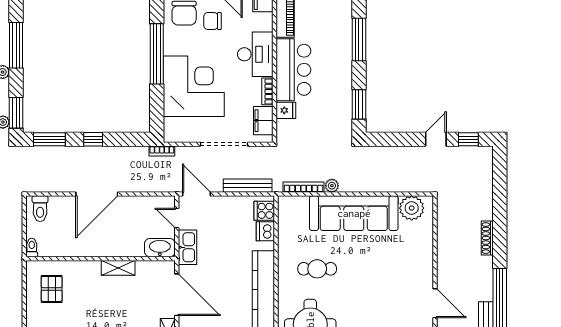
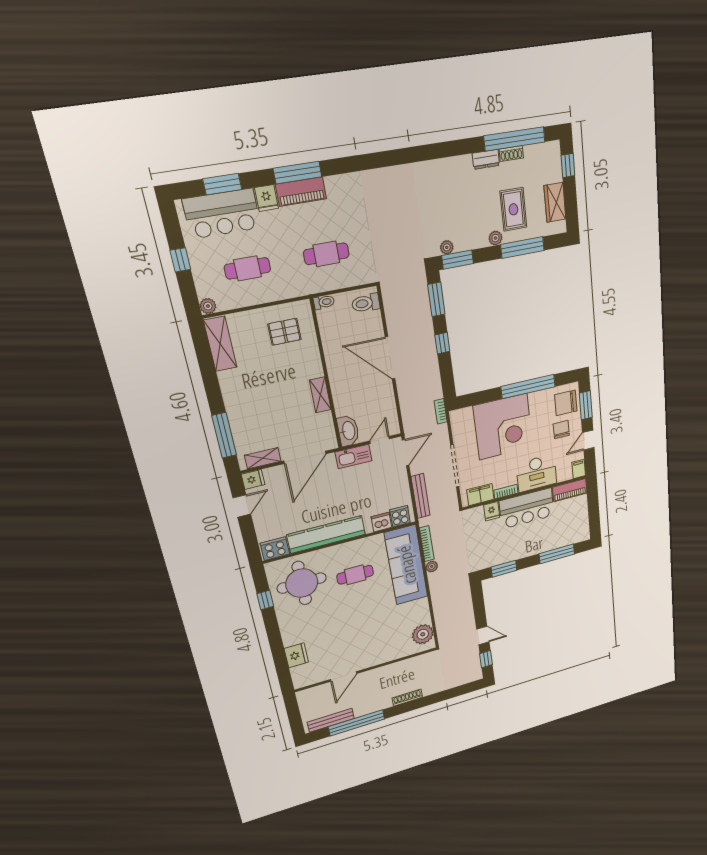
sofa: (354, 213) -> (406, 565), moved
cafe table: (317, 269) -> (355, 575), turned 90

